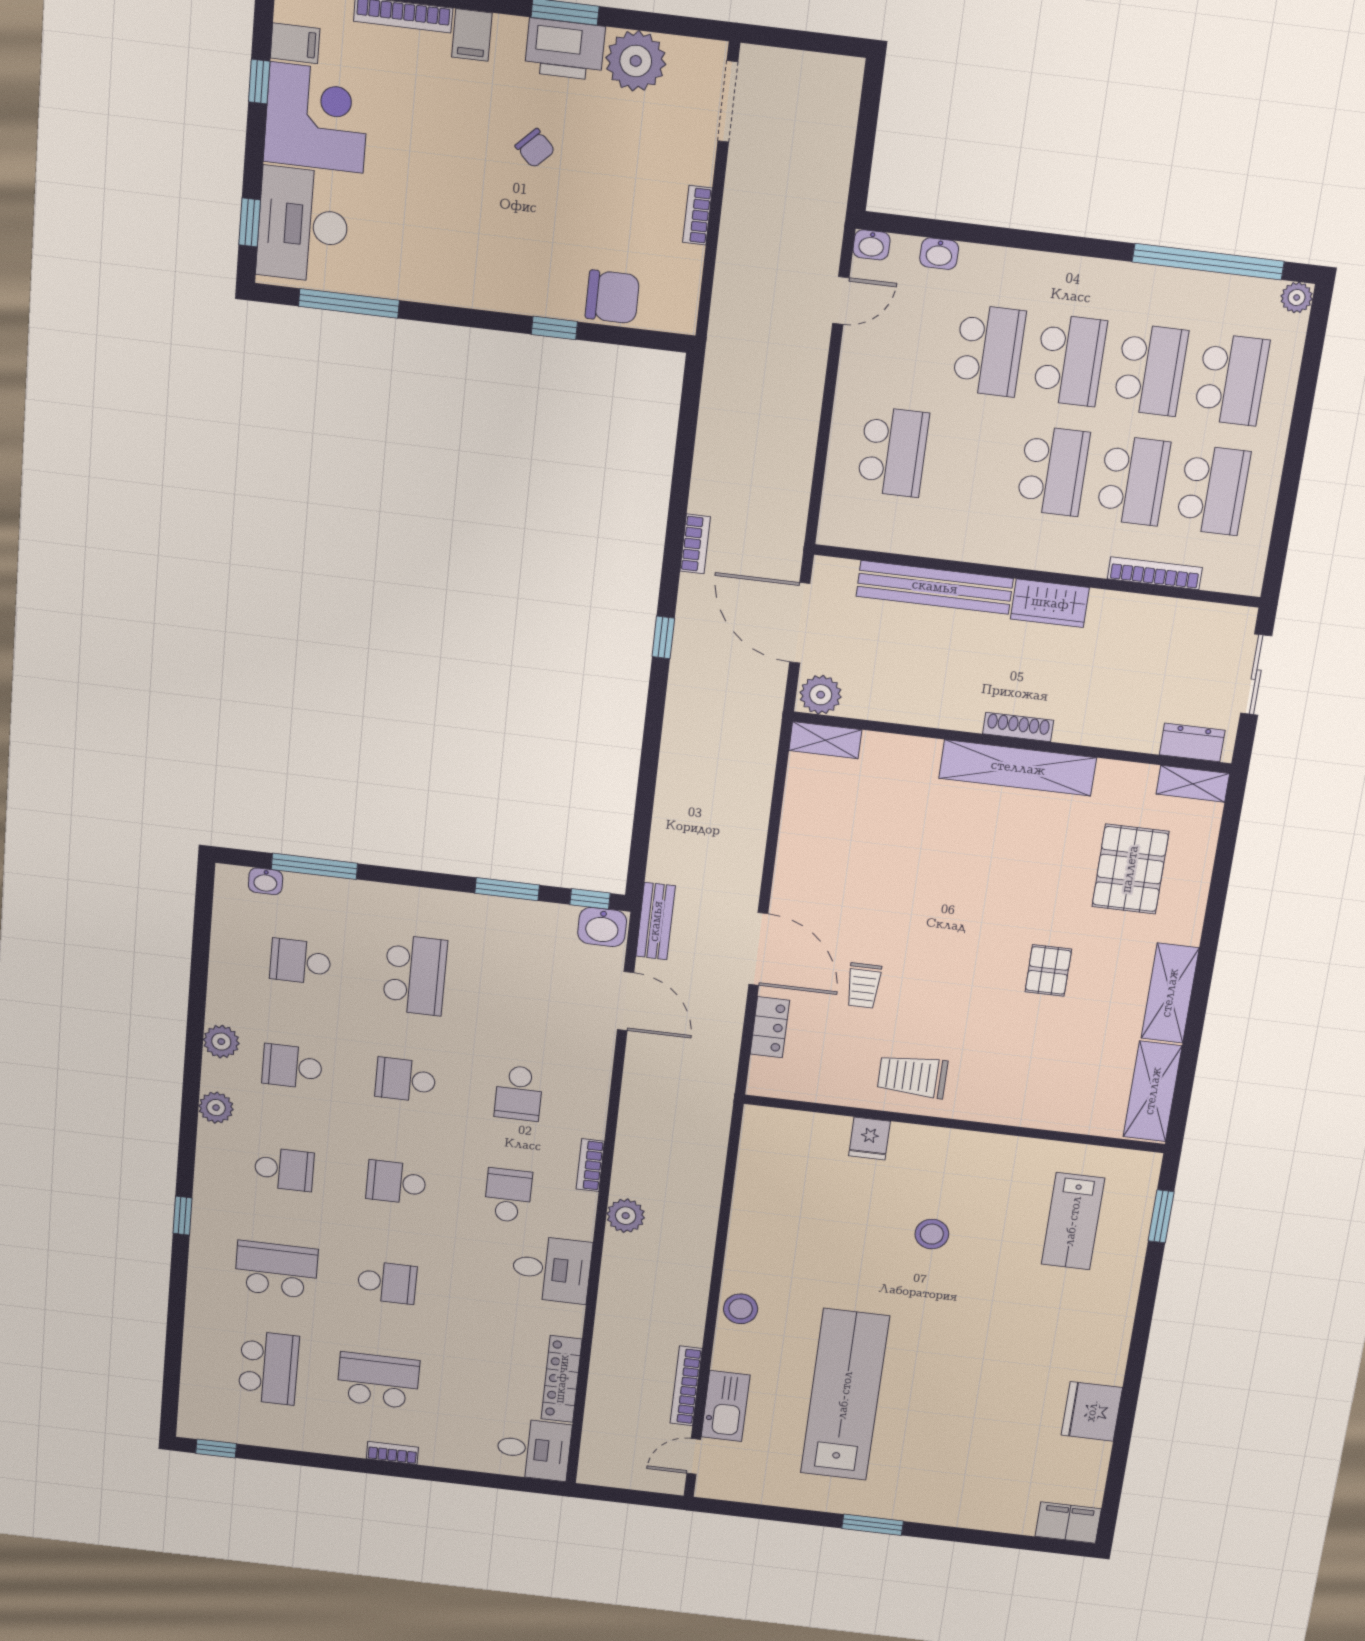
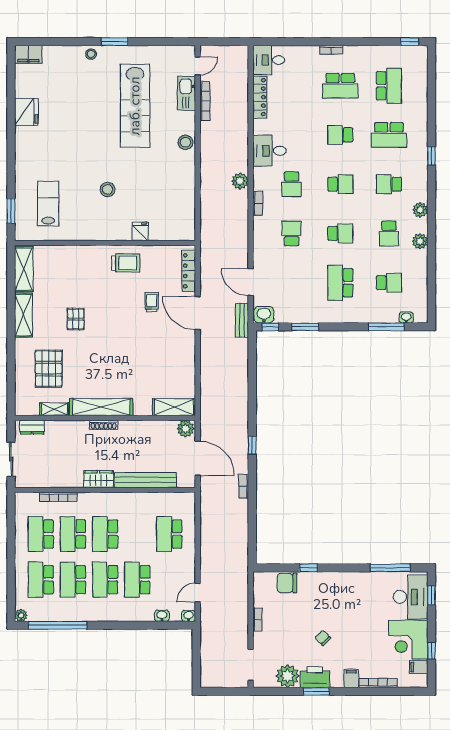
shelving: (825, 740) -> (174, 407), width x1.50, depth x1.33
shelving: (1193, 784) -> (54, 409), moved
locker: (770, 1027) -> (189, 271), width x1.53
school desk: (292, 1067) -> (389, 233), turned 90
school desk: (269, 1368) -> (389, 86), turned 180
stool: (928, 1507) -> (91, 54), added

